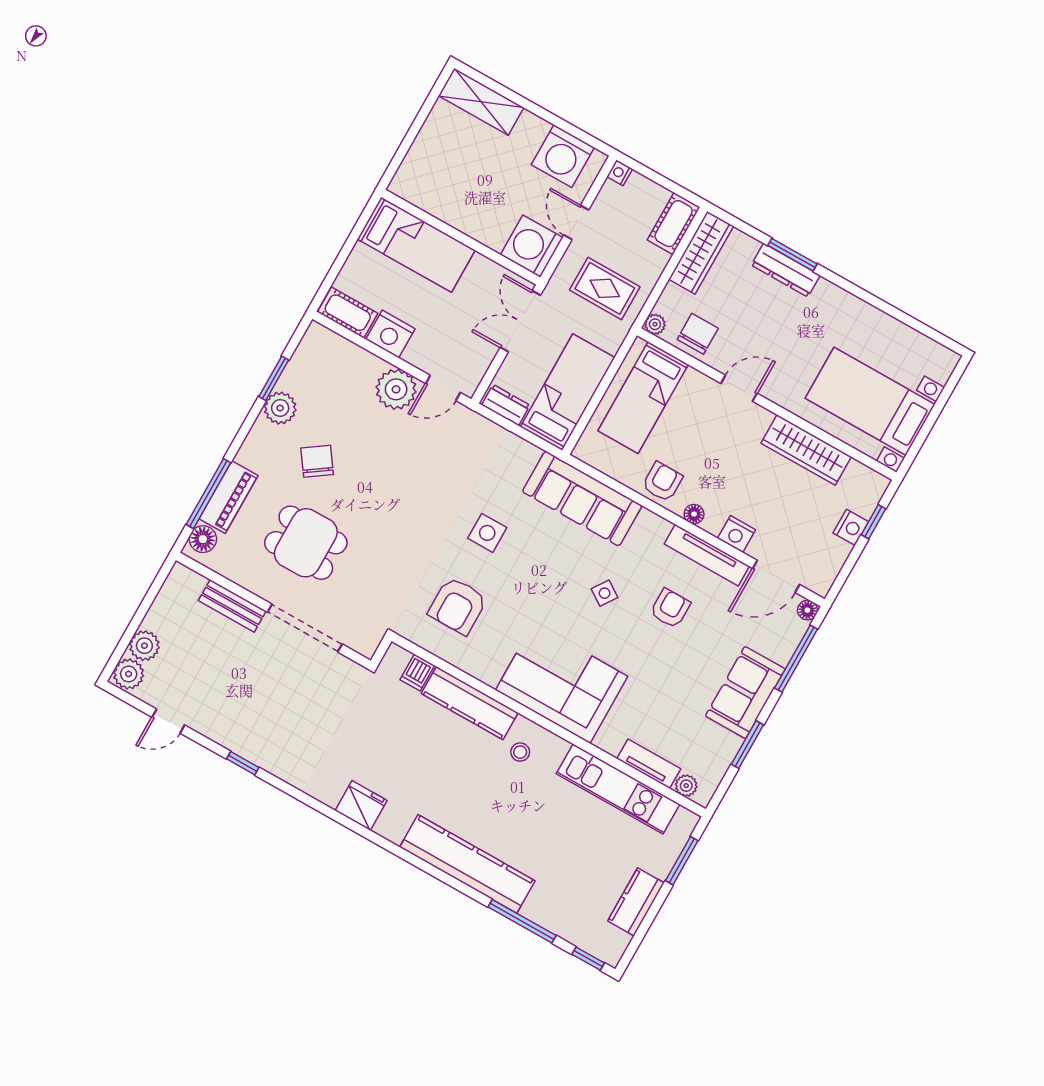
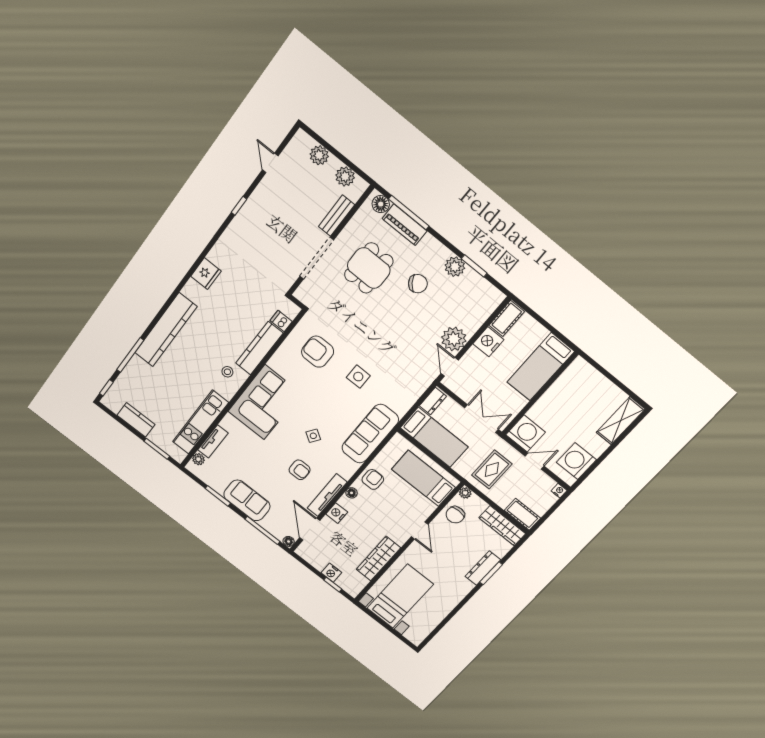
chair: (698, 334) -> (455, 515), turned 90
armchair: (662, 482) -> (373, 479), turned -90
plant: (129, 674) -> (345, 176), moved

